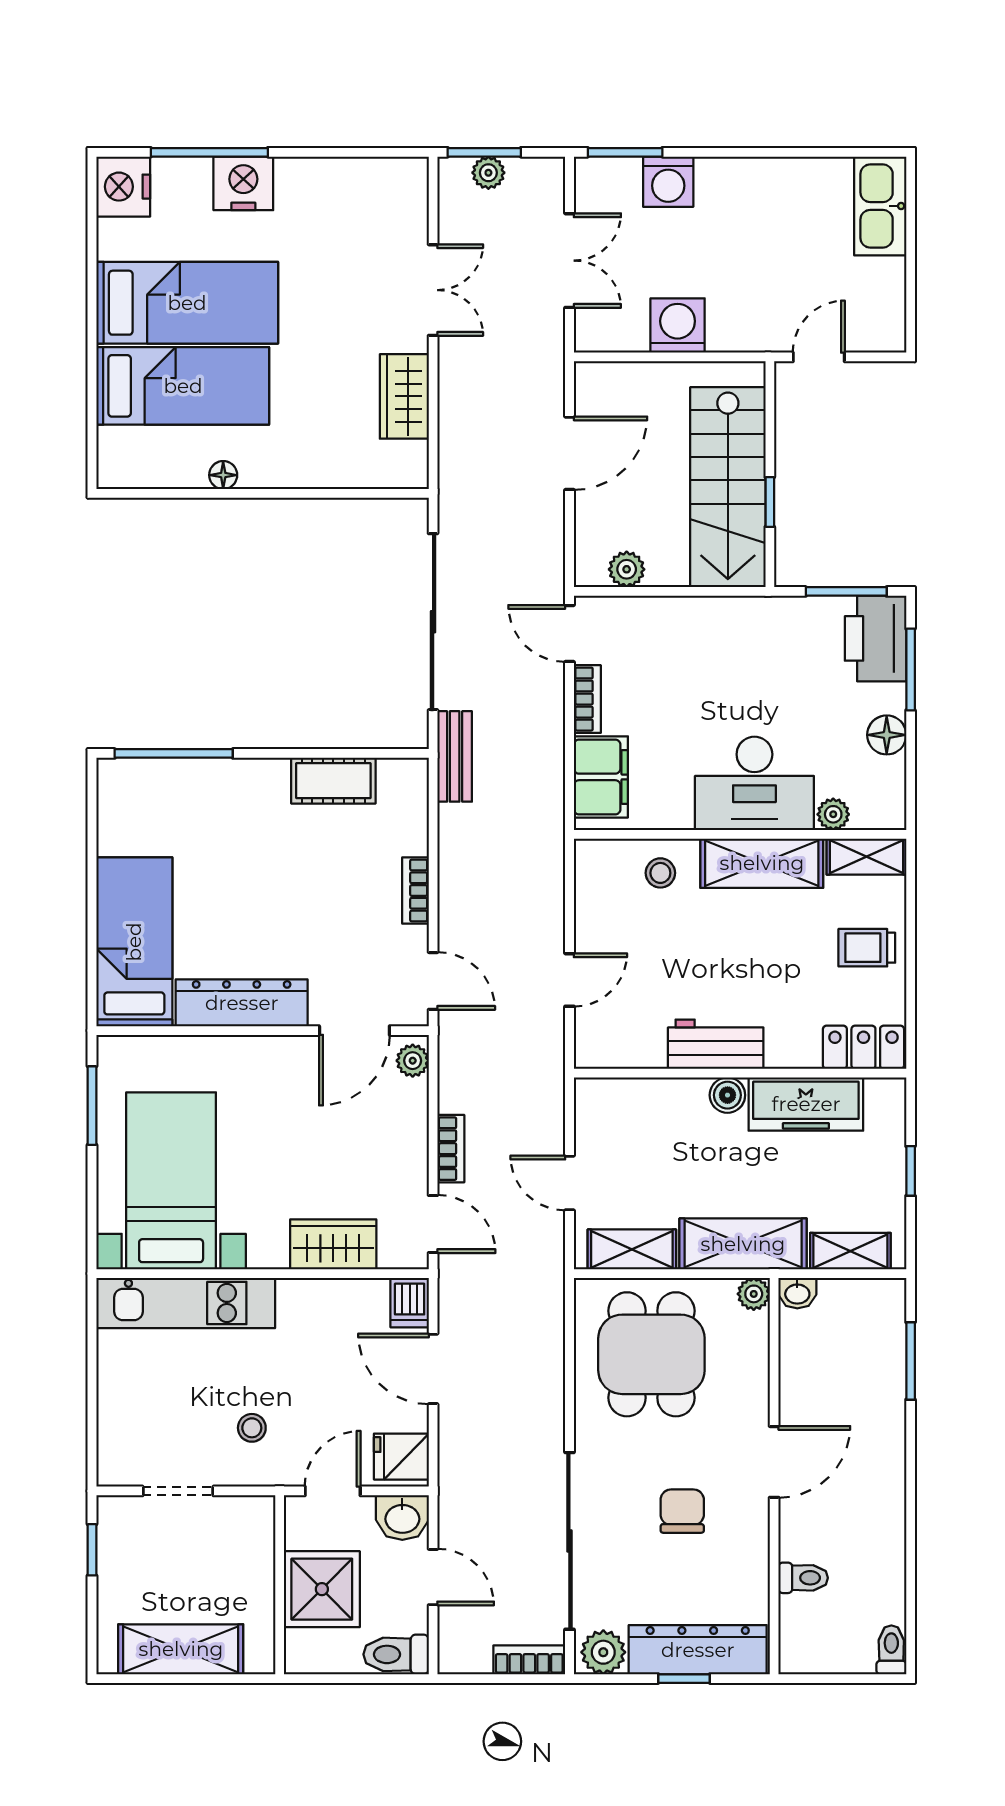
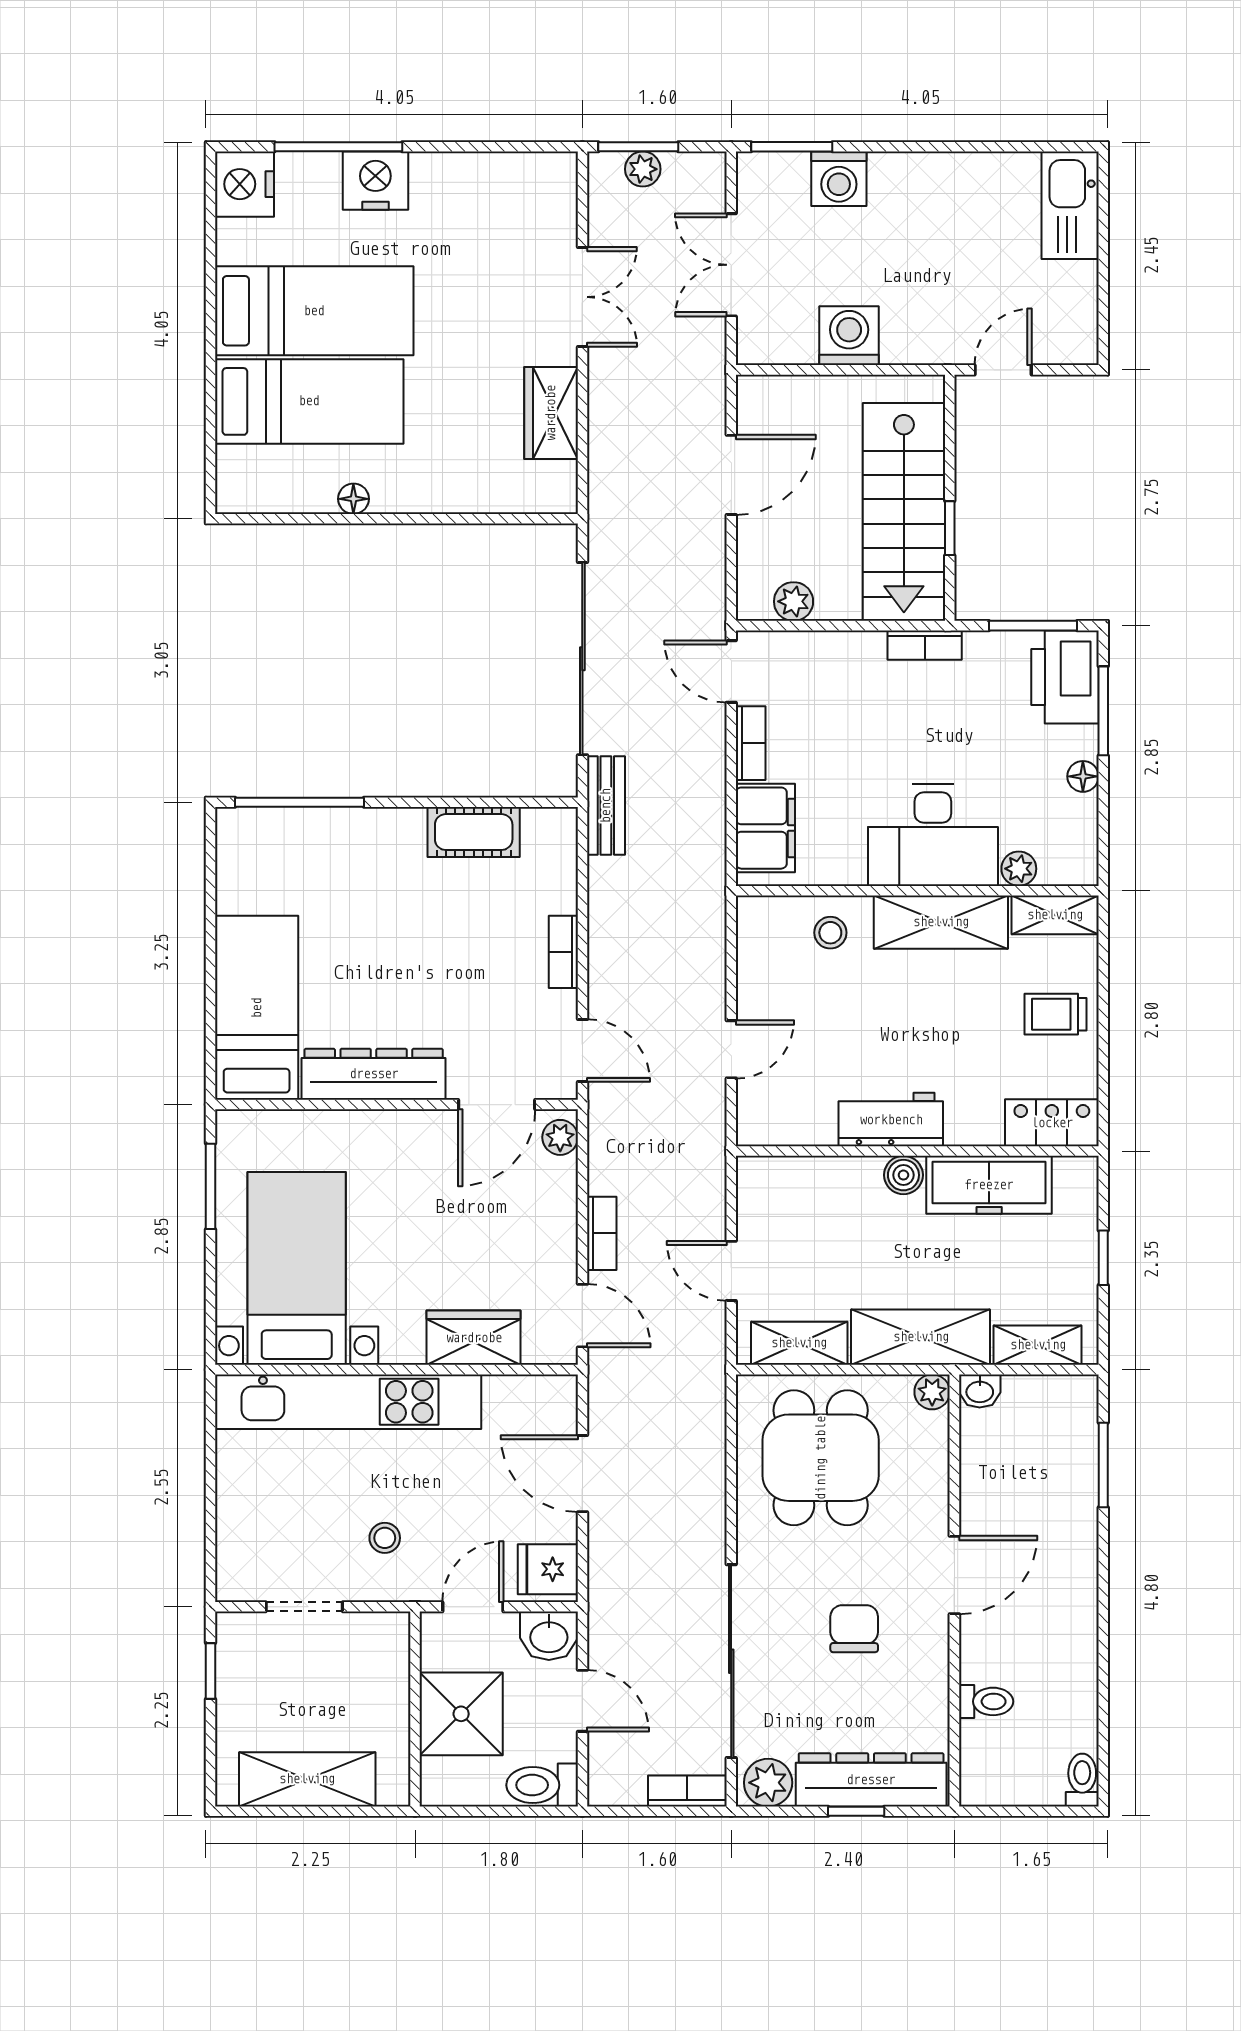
double door: (569, 261) -> (731, 265), swing flipped
bookcase: (747, 609) -> (925, 645), added
floor lamp: (887, 735) -> (1083, 776), width x0.73, depth x0.73
kitchen unit: (186, 1303) -> (348, 1402), width x1.36
dishwasher: (410, 1303) -> (557, 1401), removed

